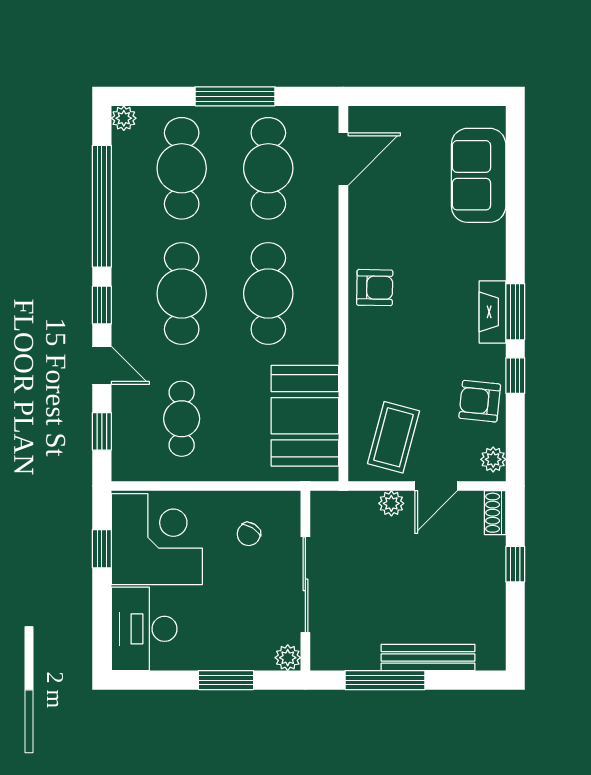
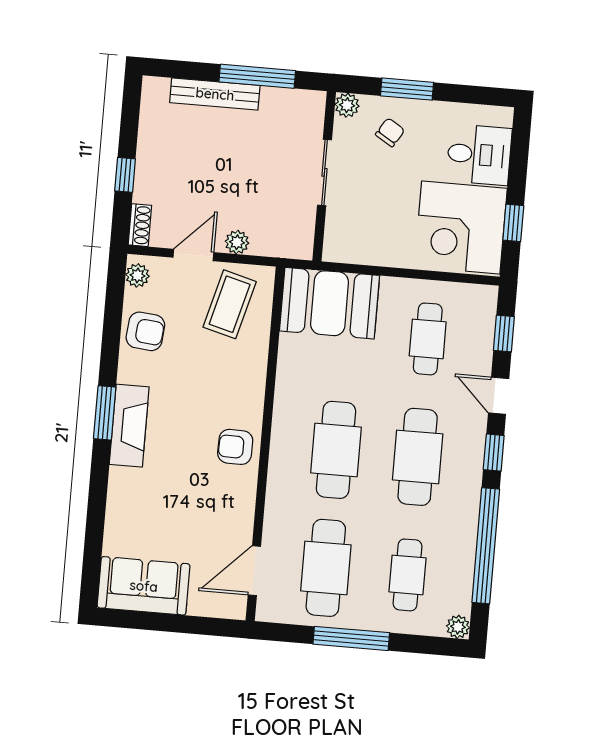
cafe table: (182, 168) -> (407, 575), width x0.73, depth x0.74
sofa: (479, 175) -> (144, 586), moved, turned -90
fireplace: (492, 312) -> (129, 426), width x1.37, depth x1.32
window: (515, 376) -> (110, 353), removed
booth: (305, 416) -> (330, 303), moved, turned 90
chair: (249, 534) -> (390, 132), moved
sliding door: (305, 585) -> (324, 172), width x0.73
desk: (144, 629) -> (479, 155), width x0.73

